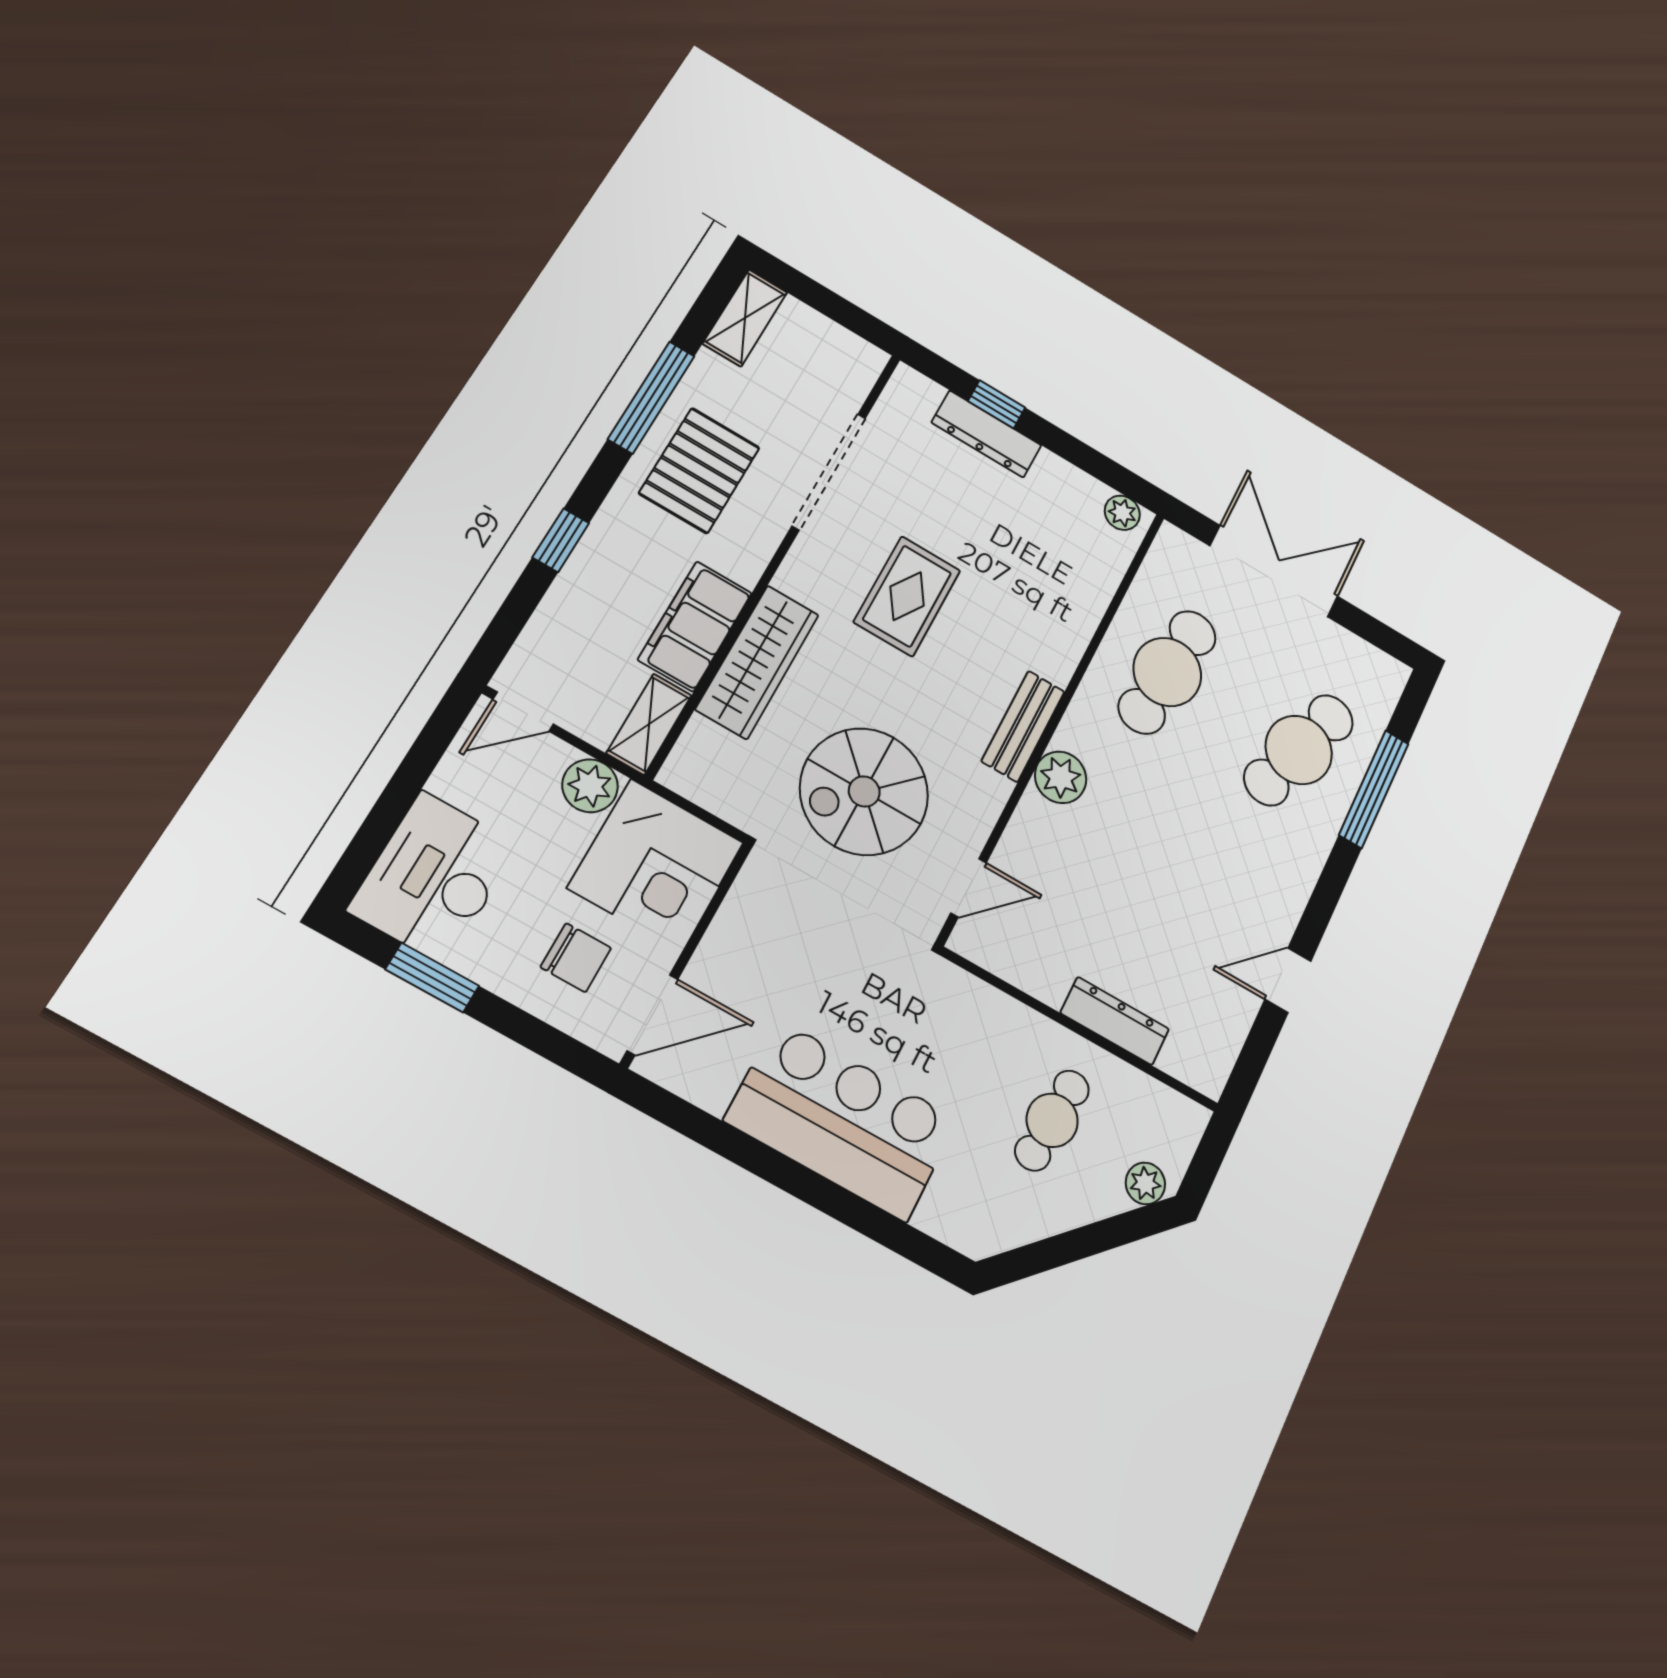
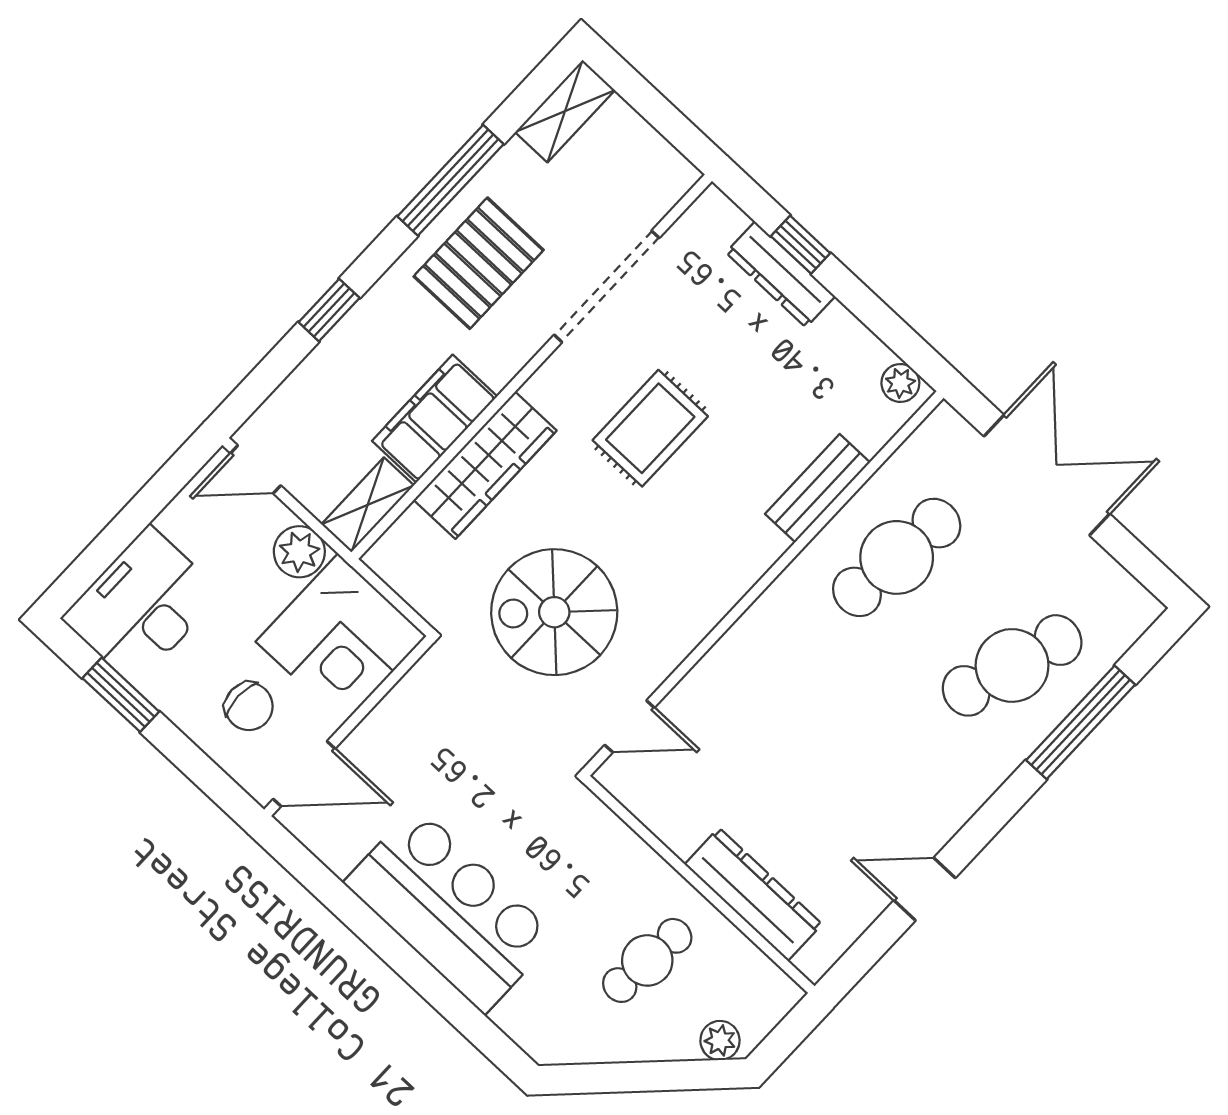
bench: (1023, 726) -> (817, 488), moved
plant: (1061, 777) -> (753, 640), removed
dresser: (1115, 1021) -> (753, 894), width x1.37, depth x1.24

